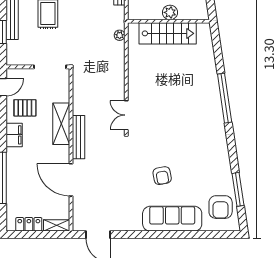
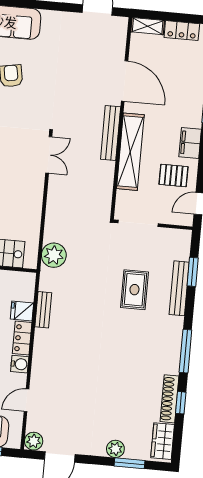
plant: (120, 35) -> (54, 255), width x1.88, depth x1.88
shelving: (61, 124) -> (130, 152), width x1.47

